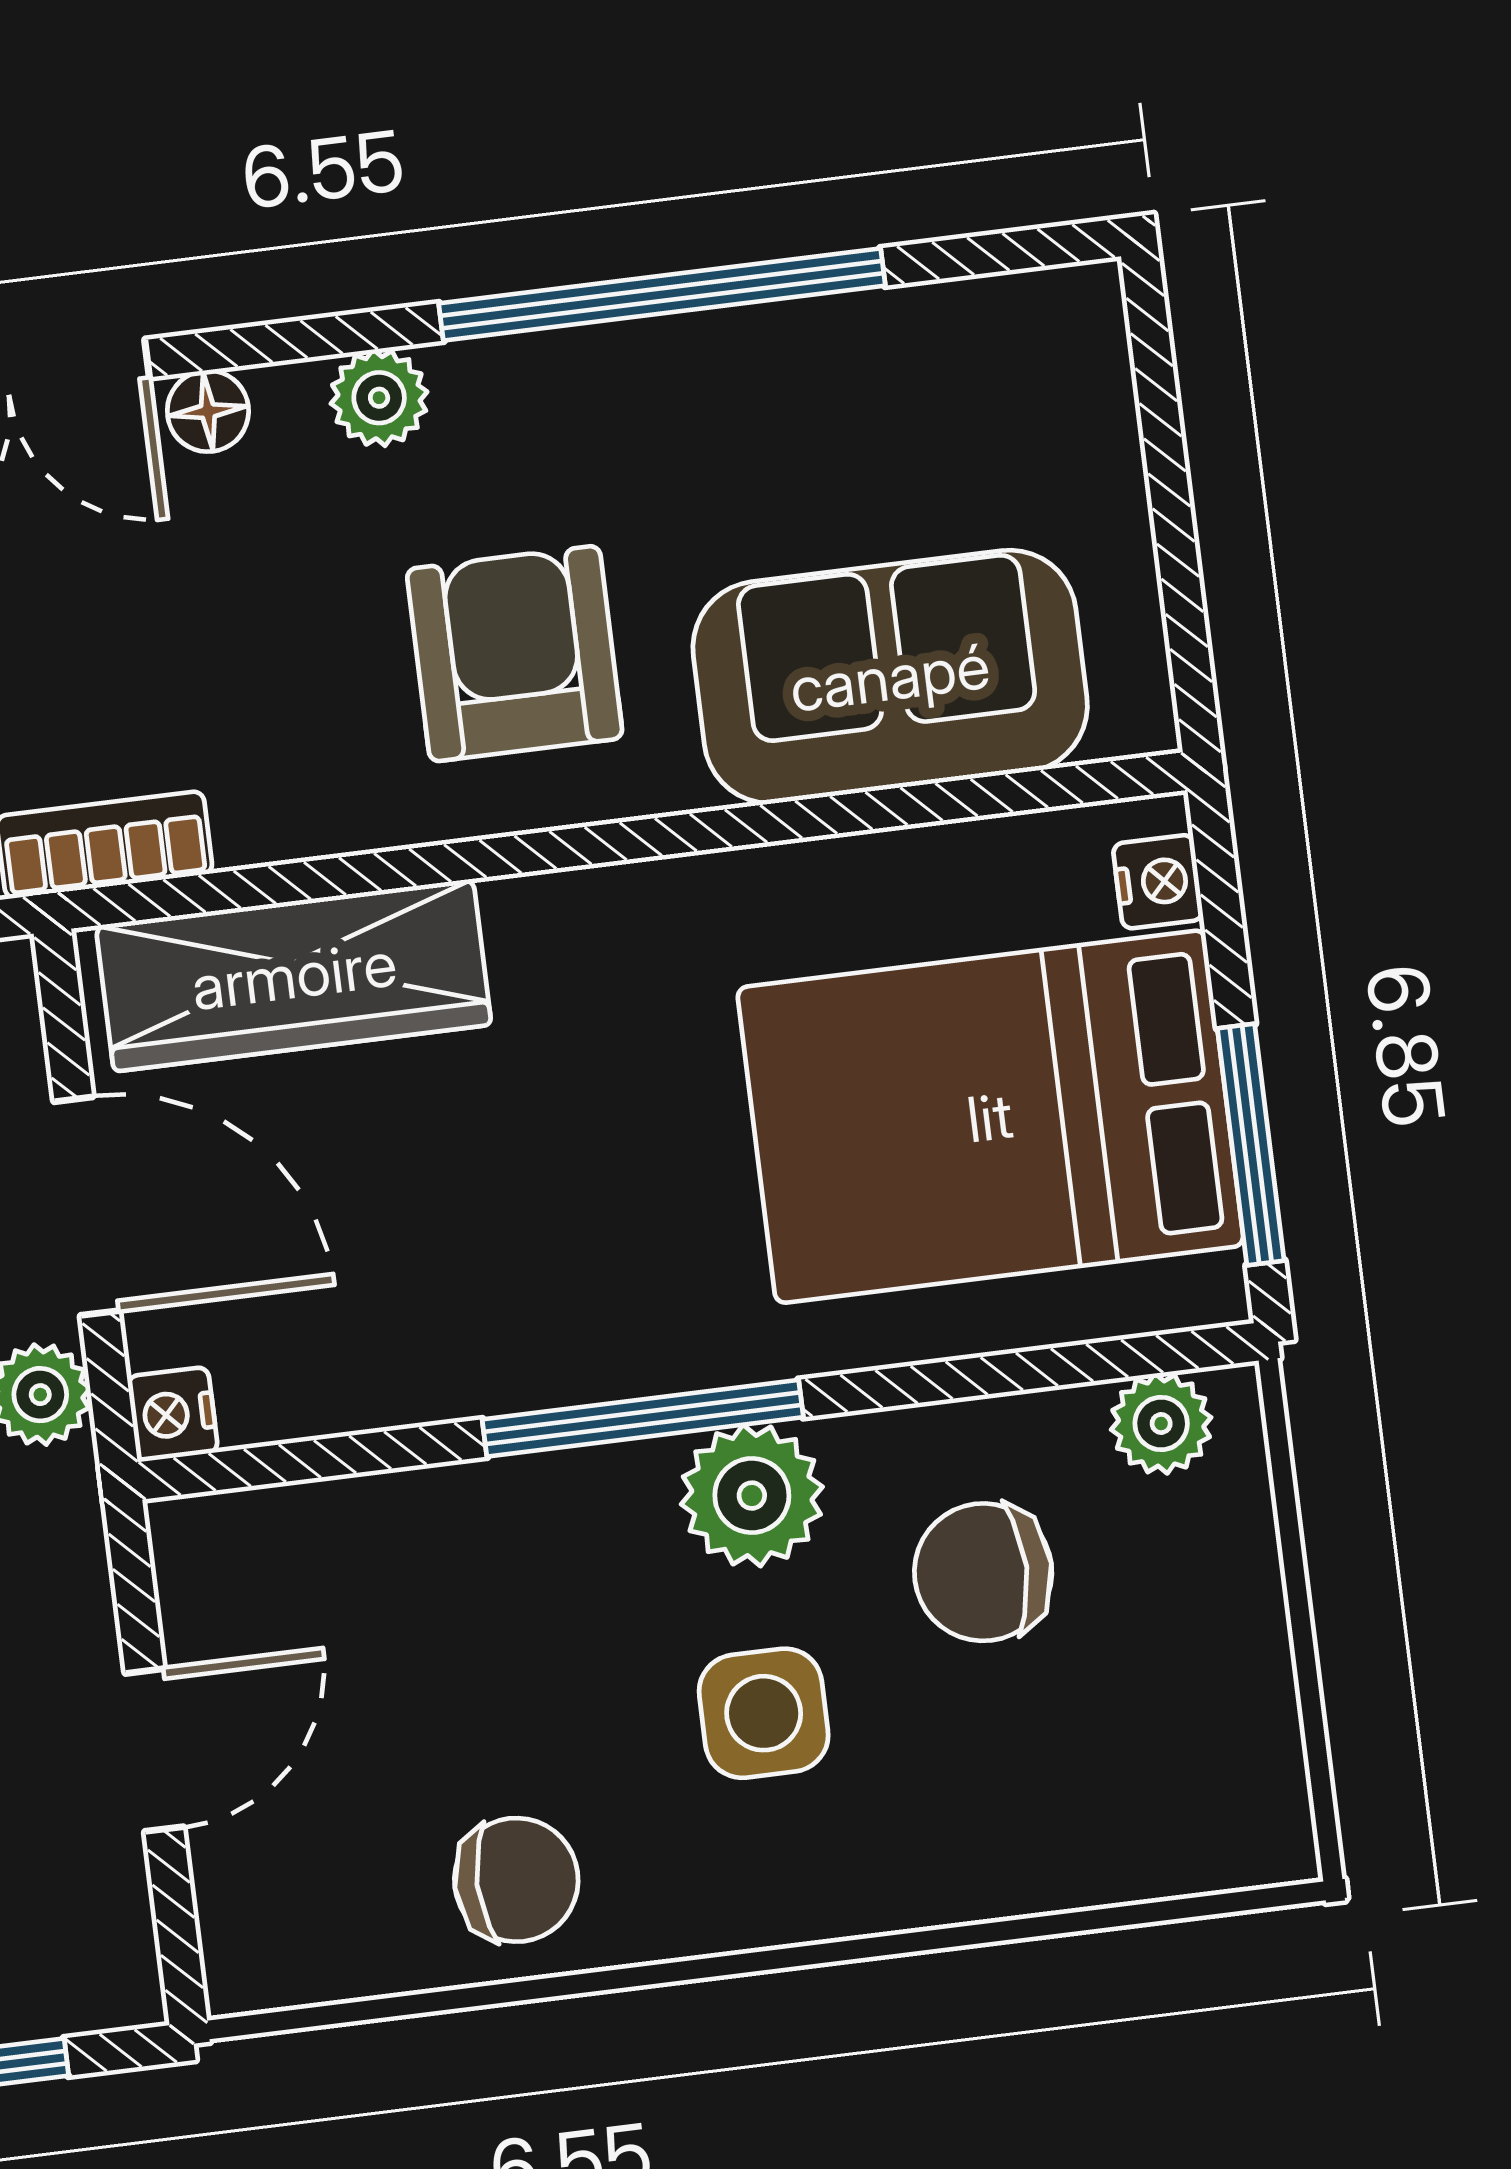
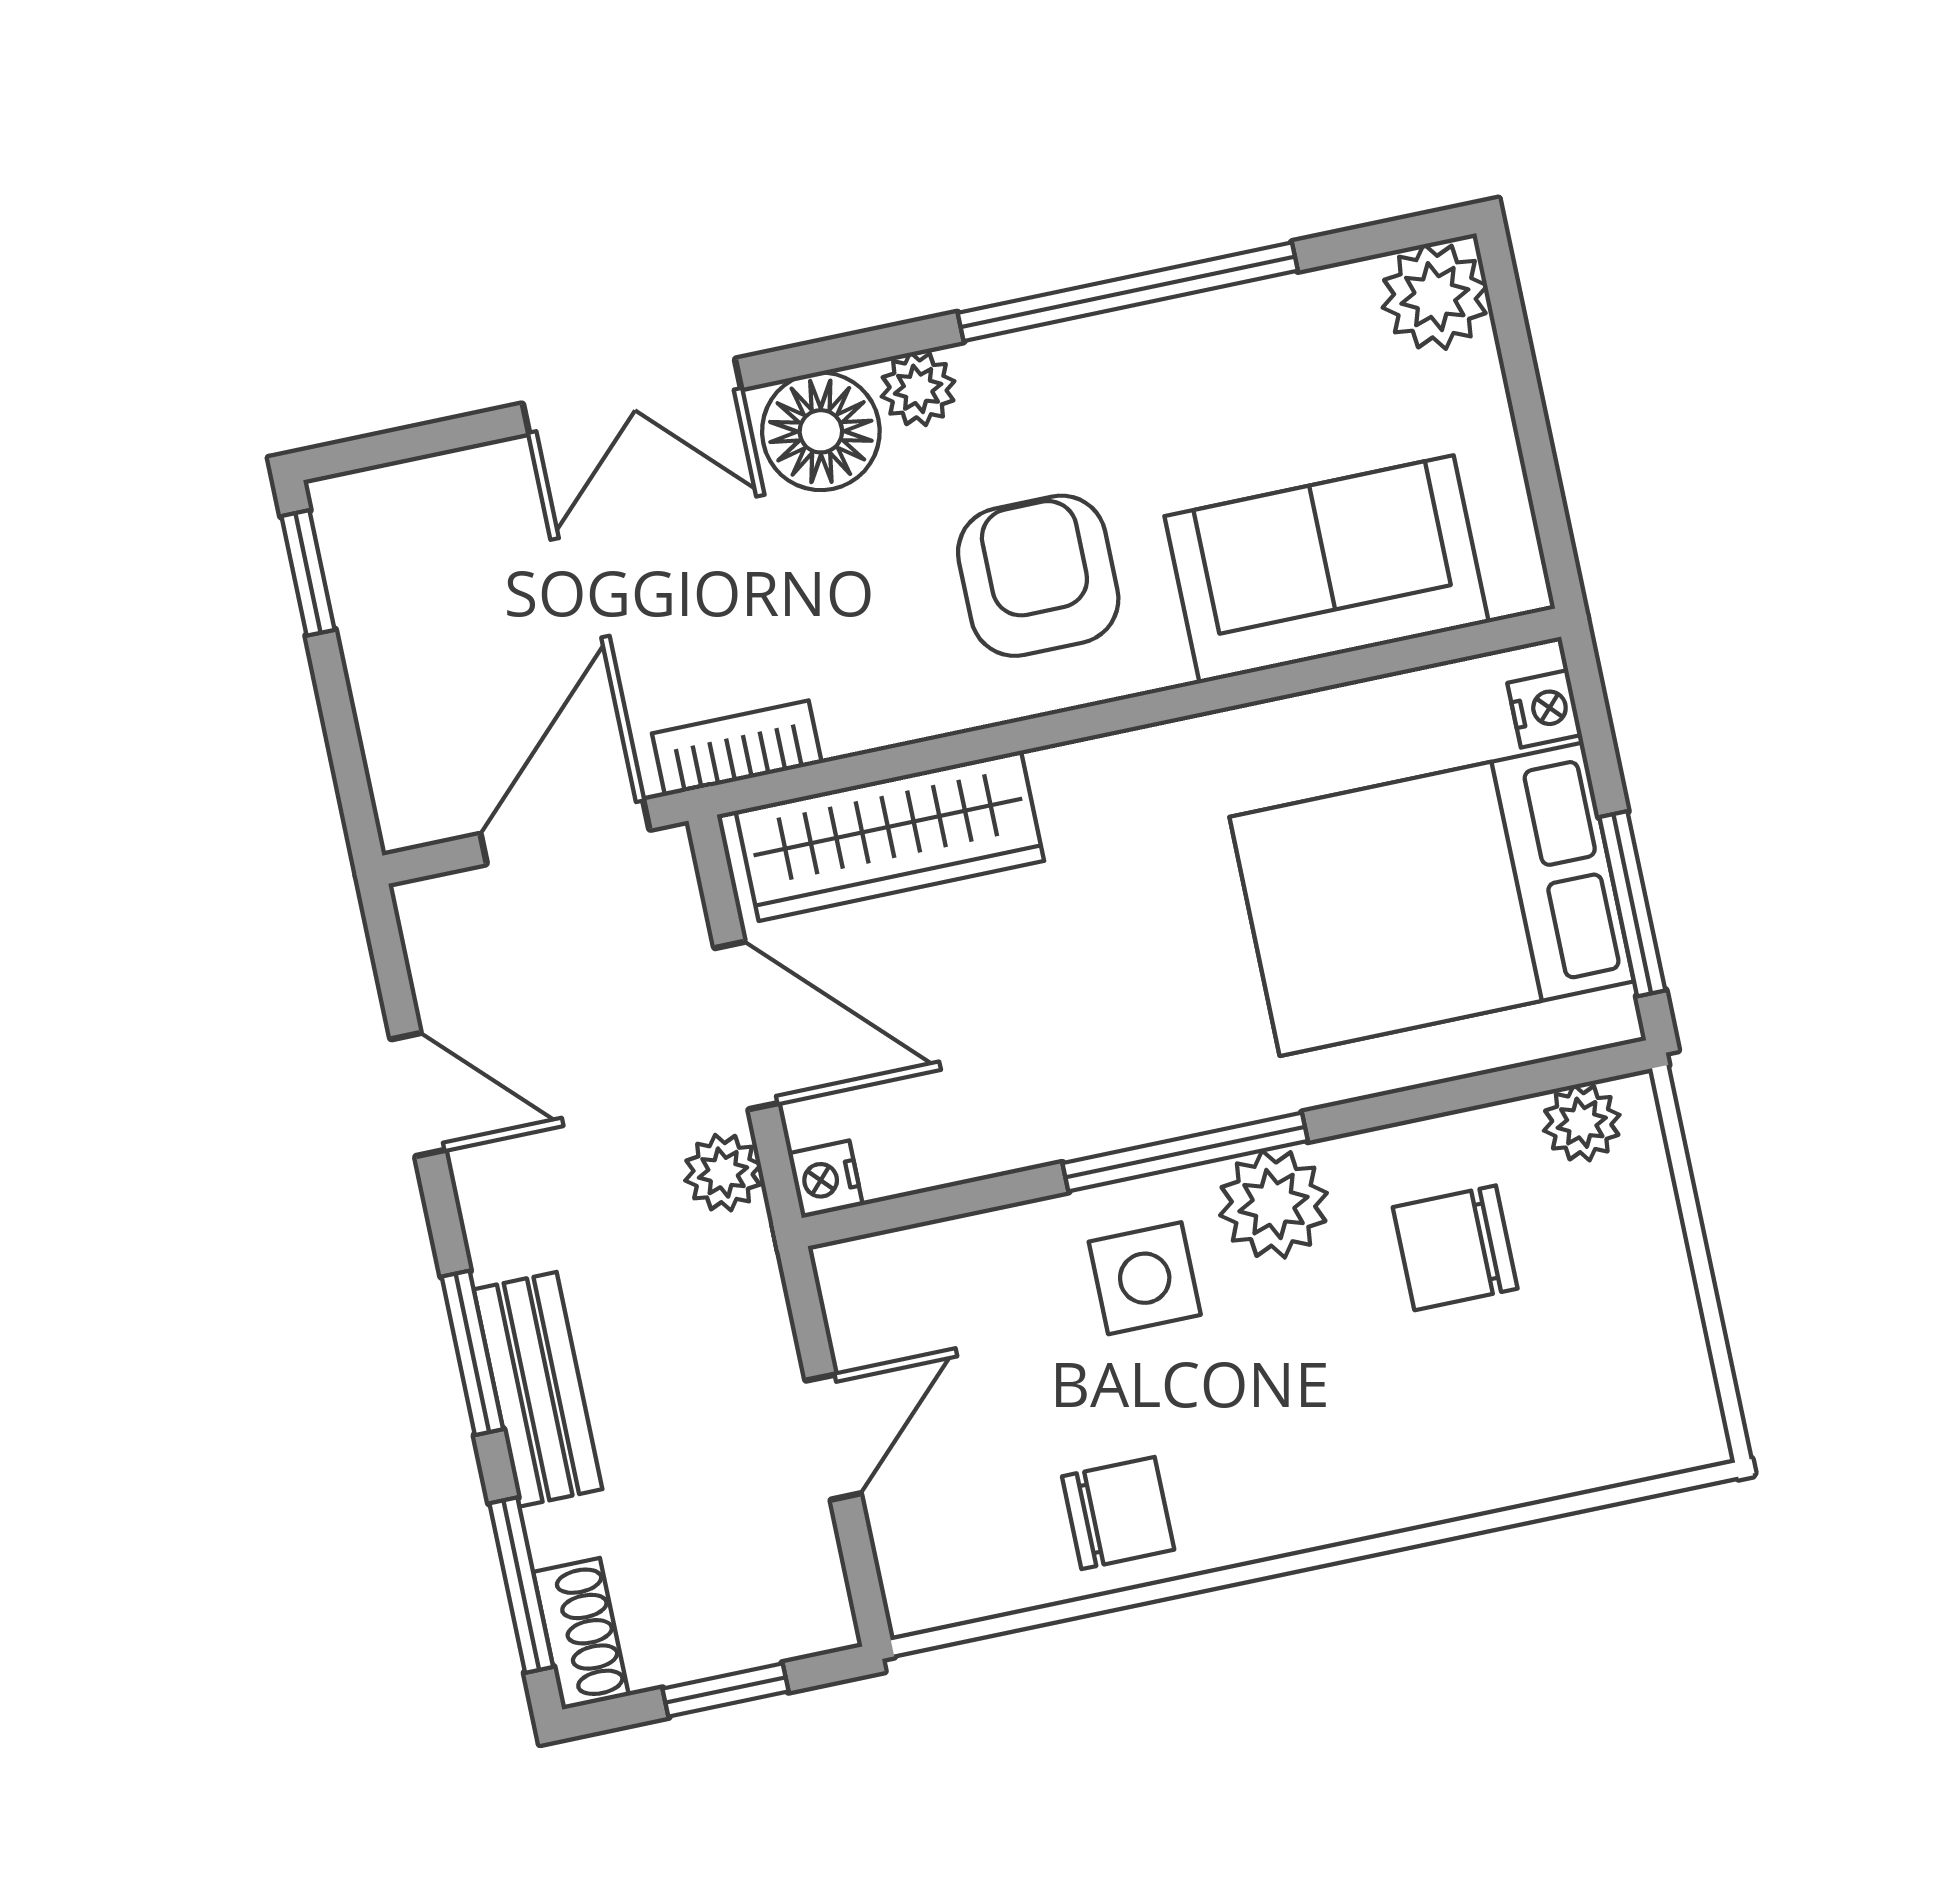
plant: (1060, 334) -> (1435, 297), added
floor lamp: (208, 411) -> (821, 431), width x1.89, depth x1.89
side table: (764, 1713) -> (1145, 1278), moved

